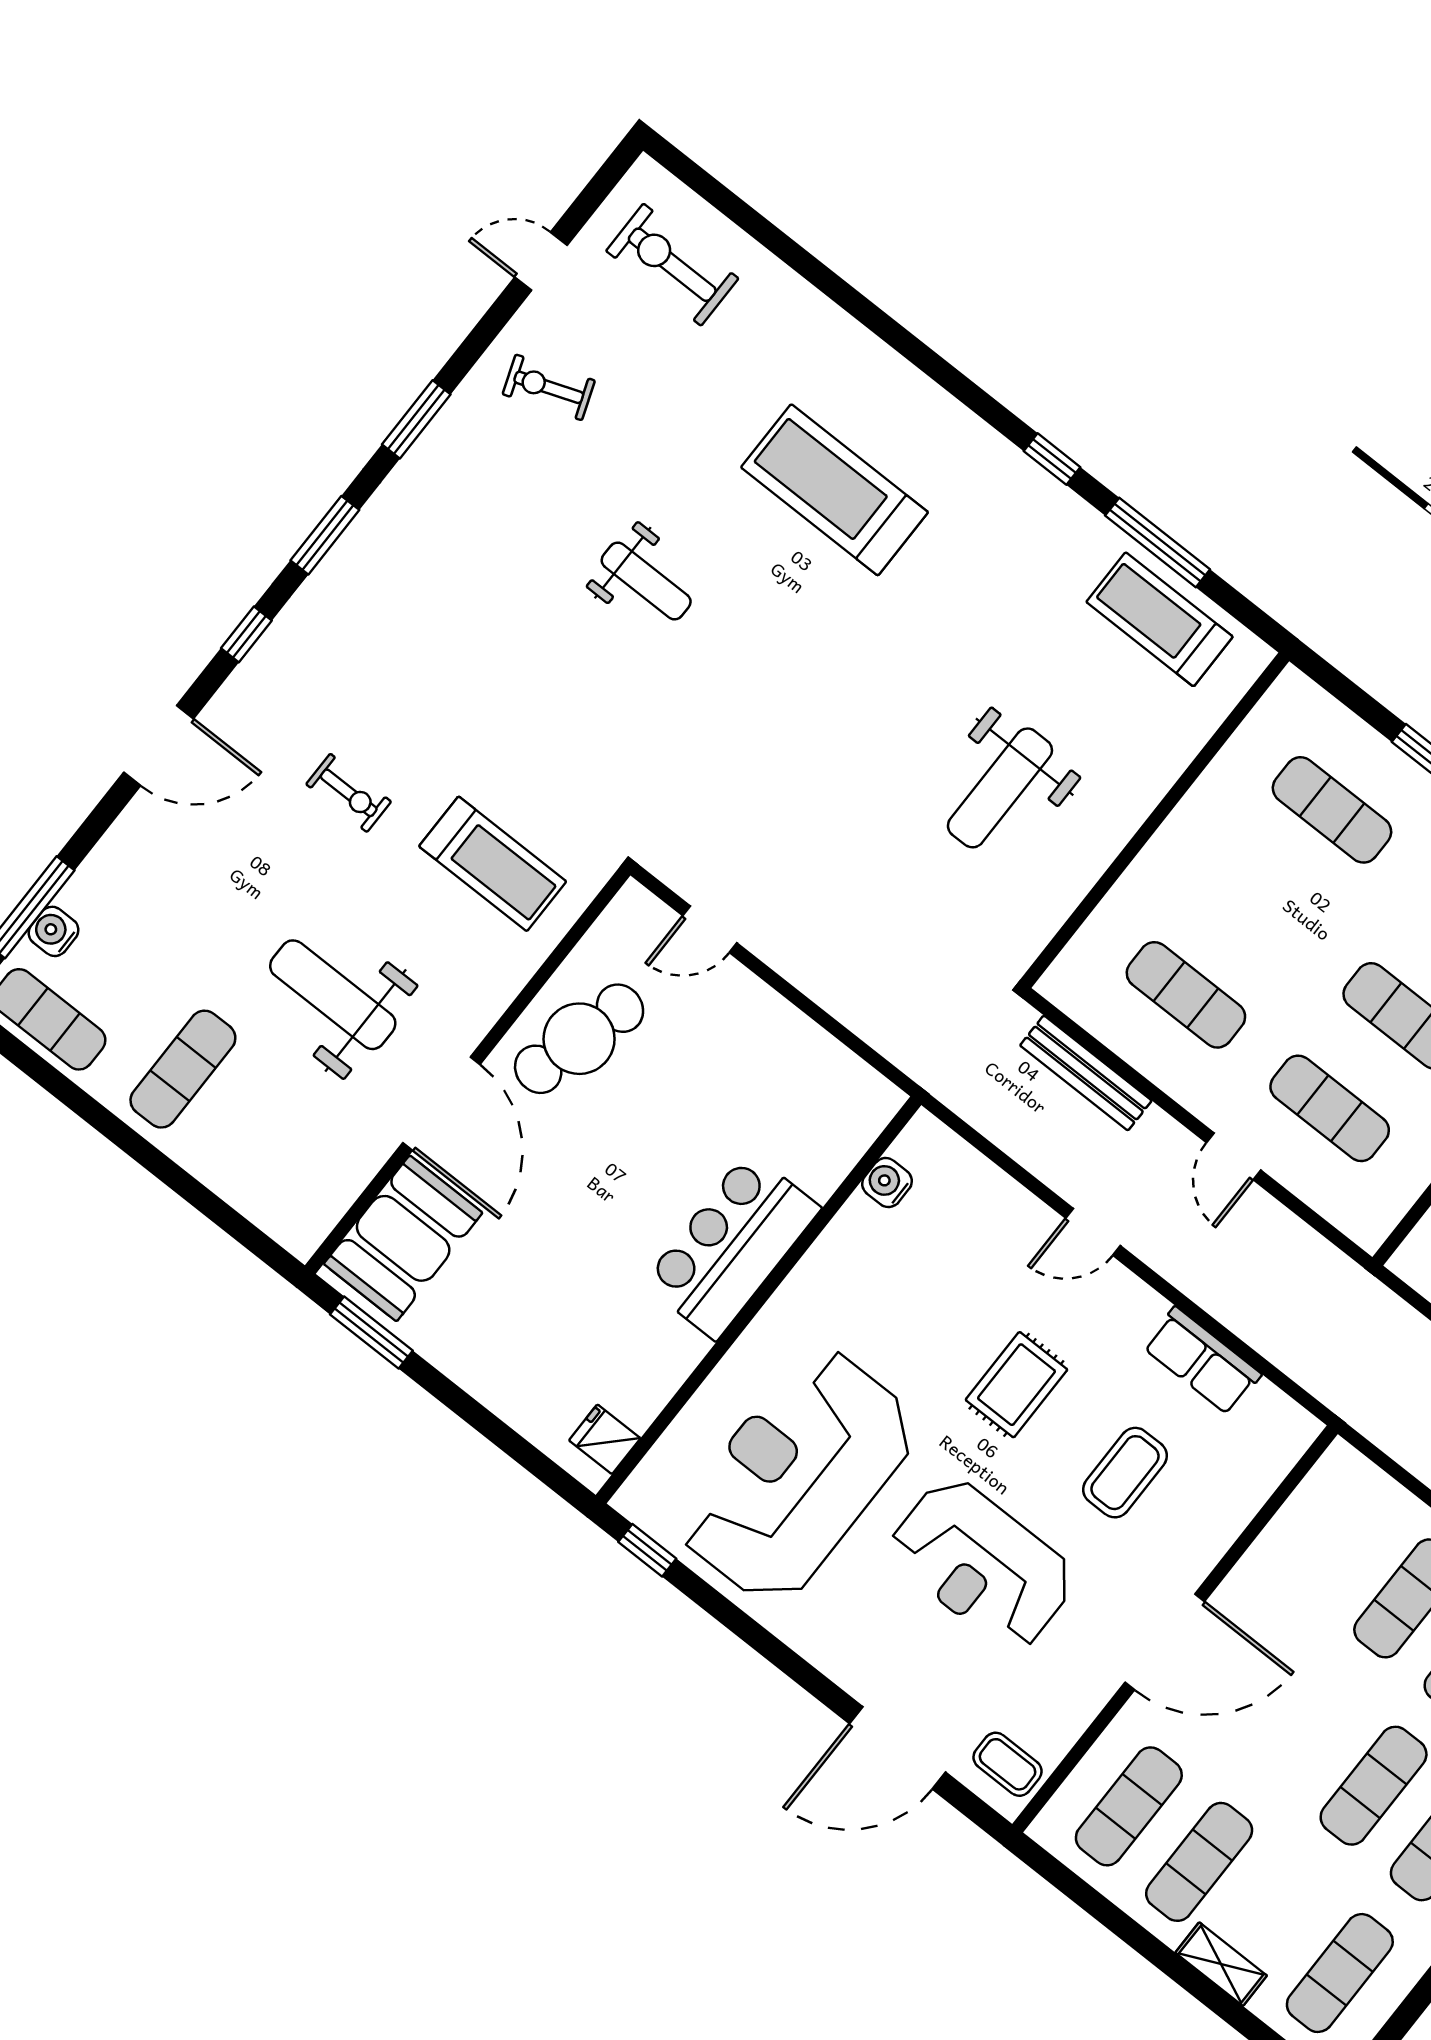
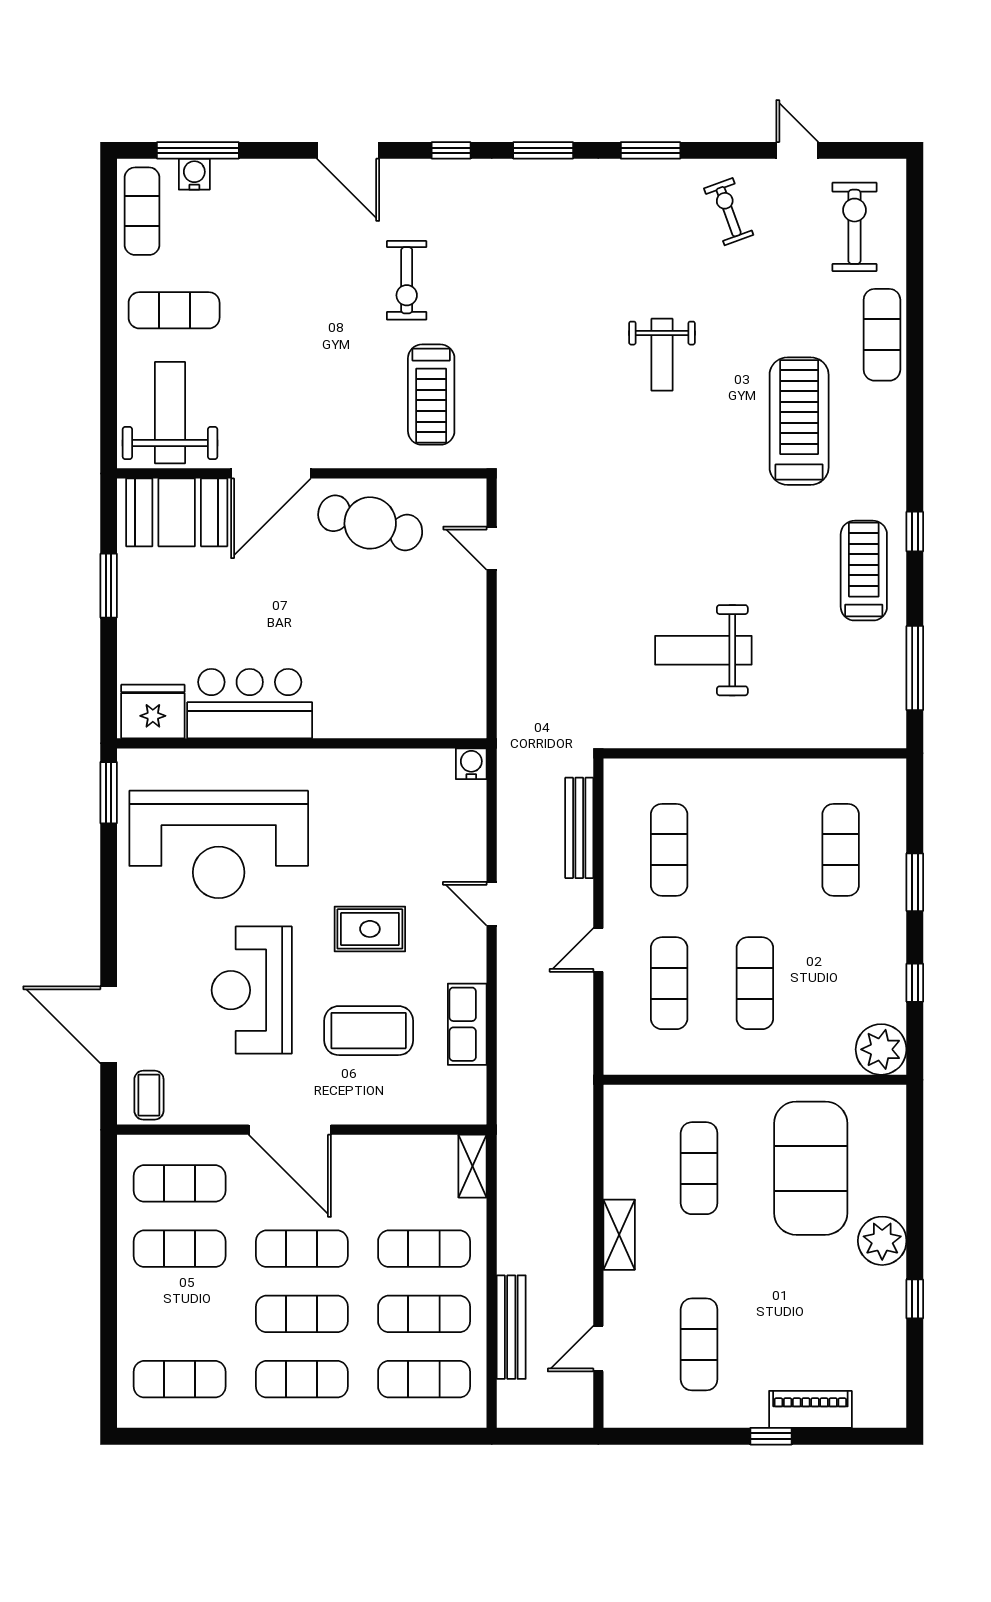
exercise mat: (812, 327) -> (882, 335), added
window: (1157, 542) -> (915, 668), moved
treadmill: (1160, 619) -> (864, 571), moved
exercise bike: (349, 793) -> (407, 280), width x1.38, depth x1.39
weight bench: (333, 995) -> (170, 413), moved
water cooler: (887, 1183) -> (471, 764), moved
bar counter: (732, 1246) -> (250, 704), moved
window: (371, 1332) -> (109, 586), moved
fridge: (605, 1439) -> (153, 711), width x1.88, depth x1.34
coffee table: (1125, 1473) -> (369, 1031), width x1.36, depth x1.32
reception desk: (797, 1476) -> (219, 844), turned 180
window: (647, 1550) -> (109, 793), width x1.50
exercise mat: (1303, 1730) -> (302, 1249), added
shelving: (1221, 1964) -> (473, 1166), moved

